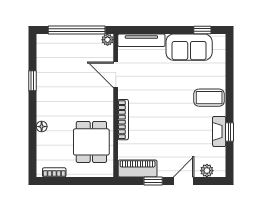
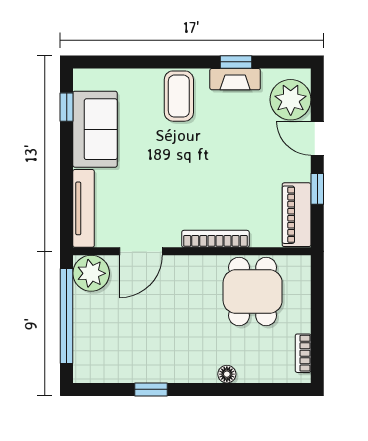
plant: (107, 40) -> (91, 273), width x1.87, depth x1.87
dining table: (91, 142) -> (253, 292), turned 90
plant: (207, 171) -> (291, 100), width x1.88, depth x1.88

